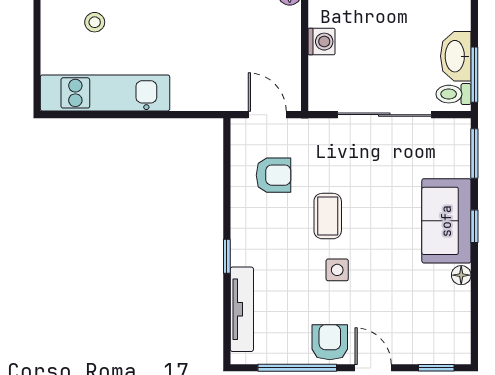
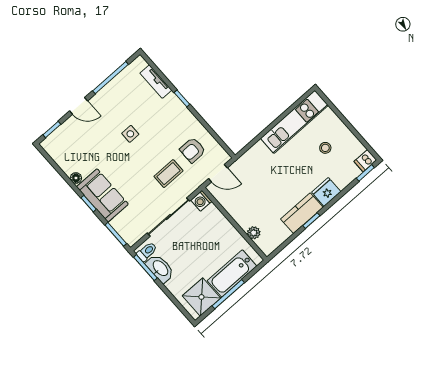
washing machine: (322, 42) -> (201, 201), moved
coffee table: (328, 216) -> (168, 174), moved, turned 90
tv unit: (242, 309) -> (156, 82), width x0.71
armchair: (330, 342) -> (106, 101), removed

